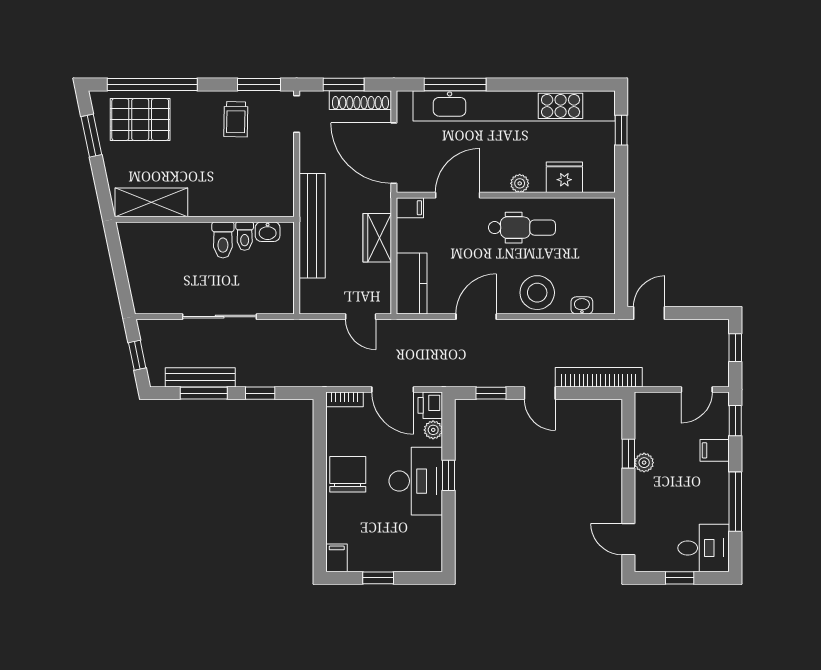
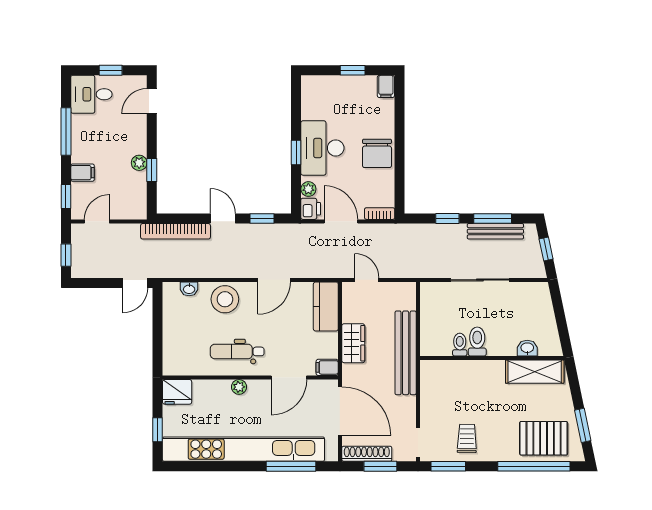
fridge: (564, 177) -> (177, 392), moved
washbasin: (268, 232) -> (527, 348), moved
door: (628, 539) -> (152, 101), swing flipped

